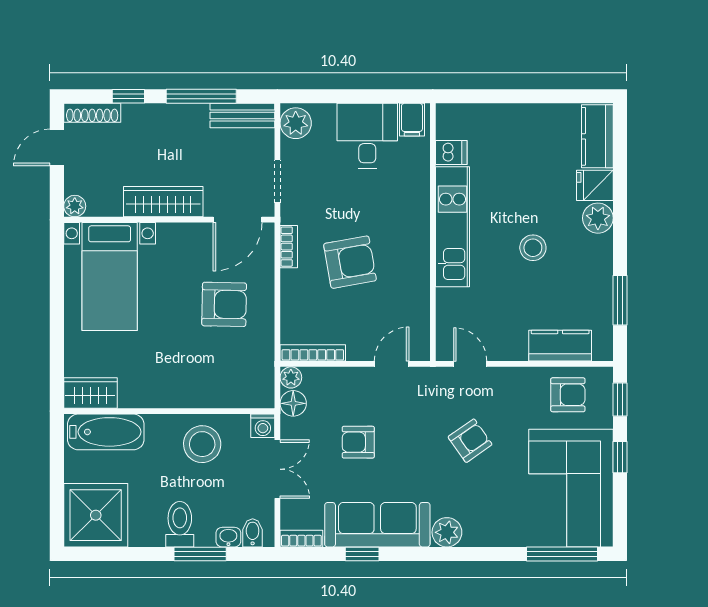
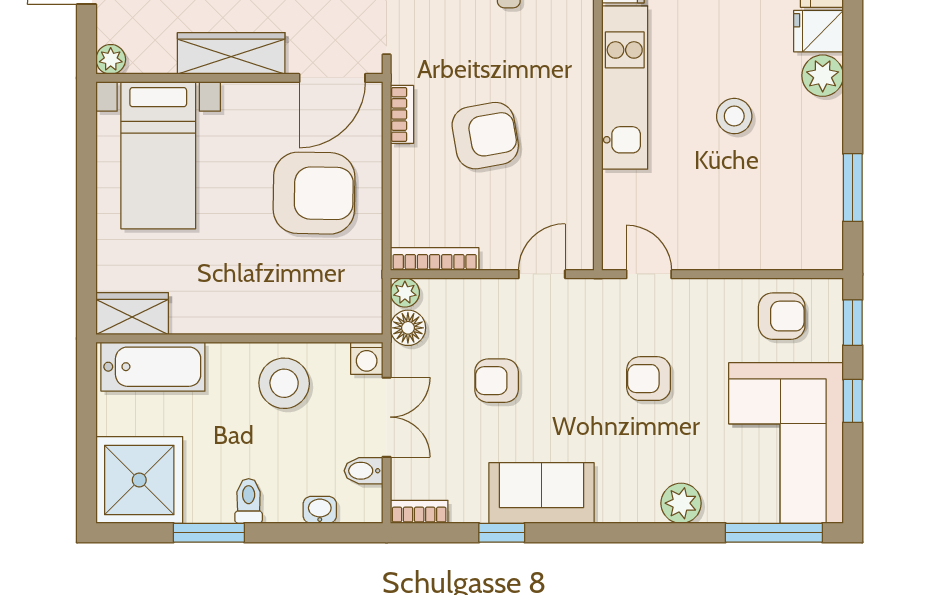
armchair: (224, 304) -> (314, 193), width x1.36, depth x1.36
kitchen counter: (560, 346) -> (771, 249), removed
armchair: (470, 441) -> (649, 379), turned -145
toilet: (180, 524) -> (249, 501), width x0.73, depth x0.72
sofa: (377, 525) -> (541, 493), width x0.73
plant: (447, 532) -> (681, 503), moved
bidet: (253, 533) -> (363, 471), moved, turned -90
window: (200, 554) -> (209, 533), moved

